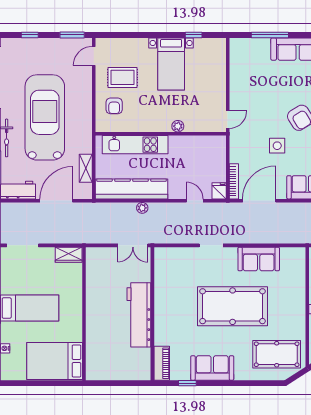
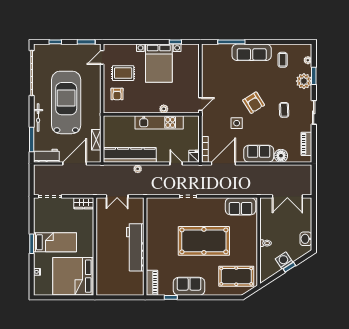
bed with nightstands: (171, 64) -> (159, 63), width x1.36
kitchen unit: (135, 145) -> (159, 122), moved
double door: (133, 245) -> (117, 196), moved
sofa: (259, 259) -> (241, 206), moved
bed: (55, 361) -> (73, 276), width x1.36

